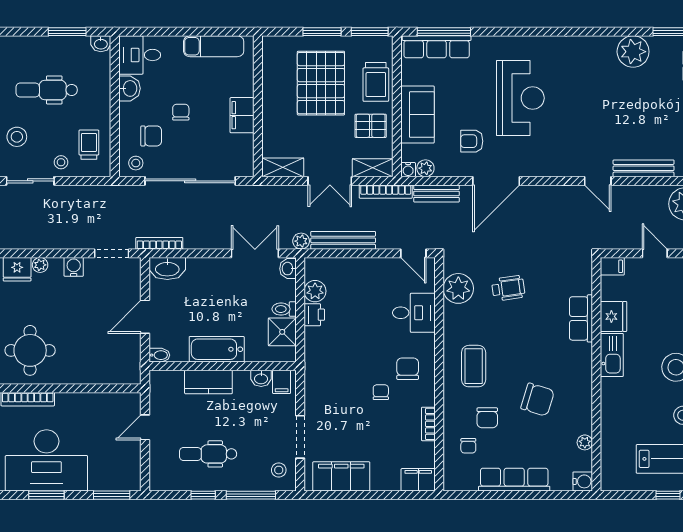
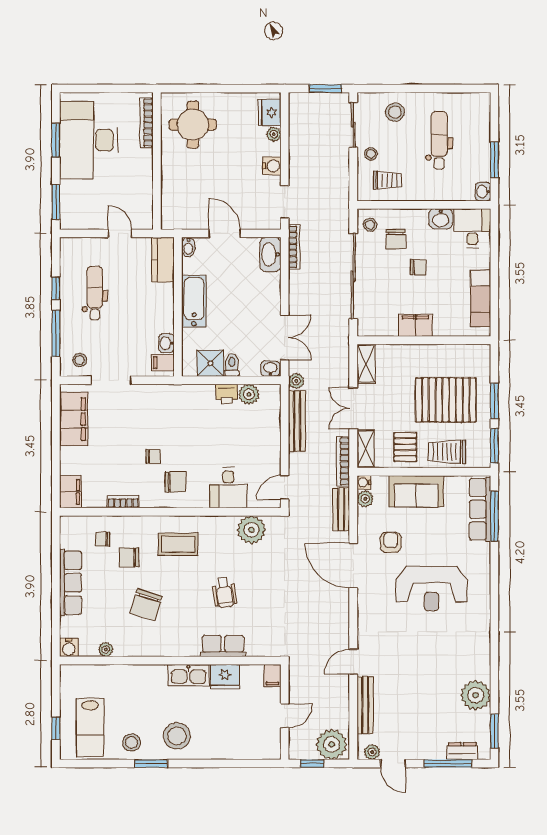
wheelchair: (508, 288) -> (224, 593), moved
kitchen counter: (208, 382) -> (163, 260), moved

